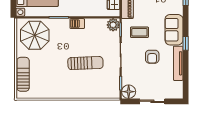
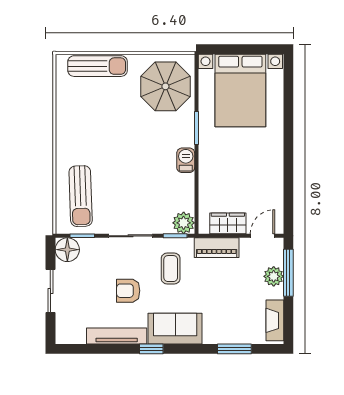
sun lounger: (85, 63) -> (81, 196), moved

